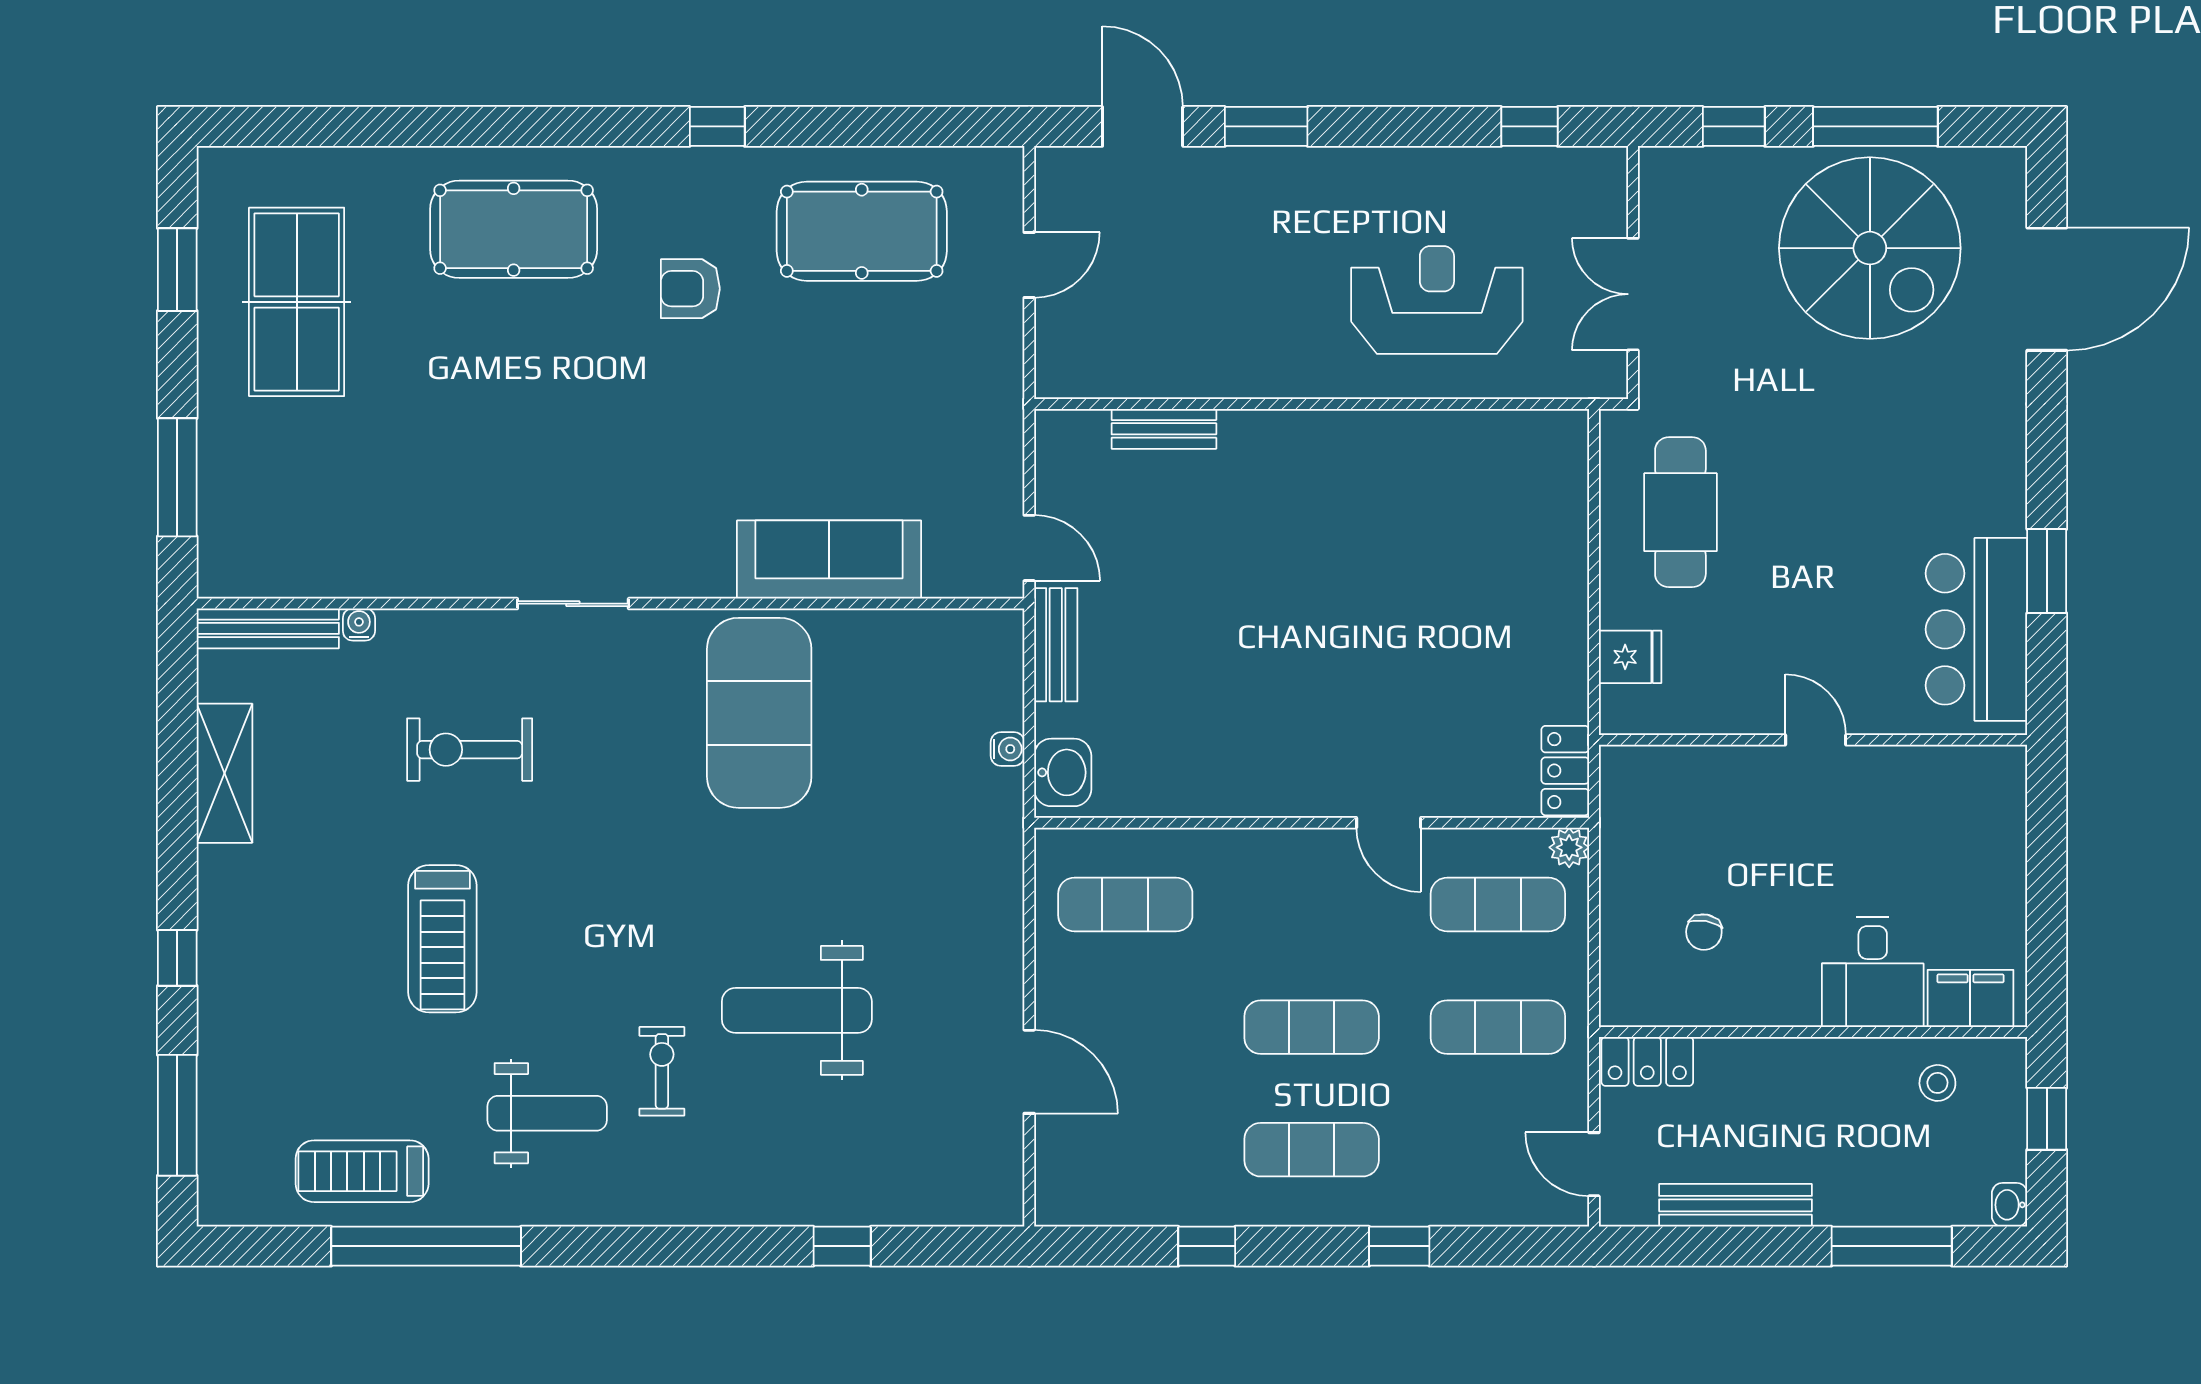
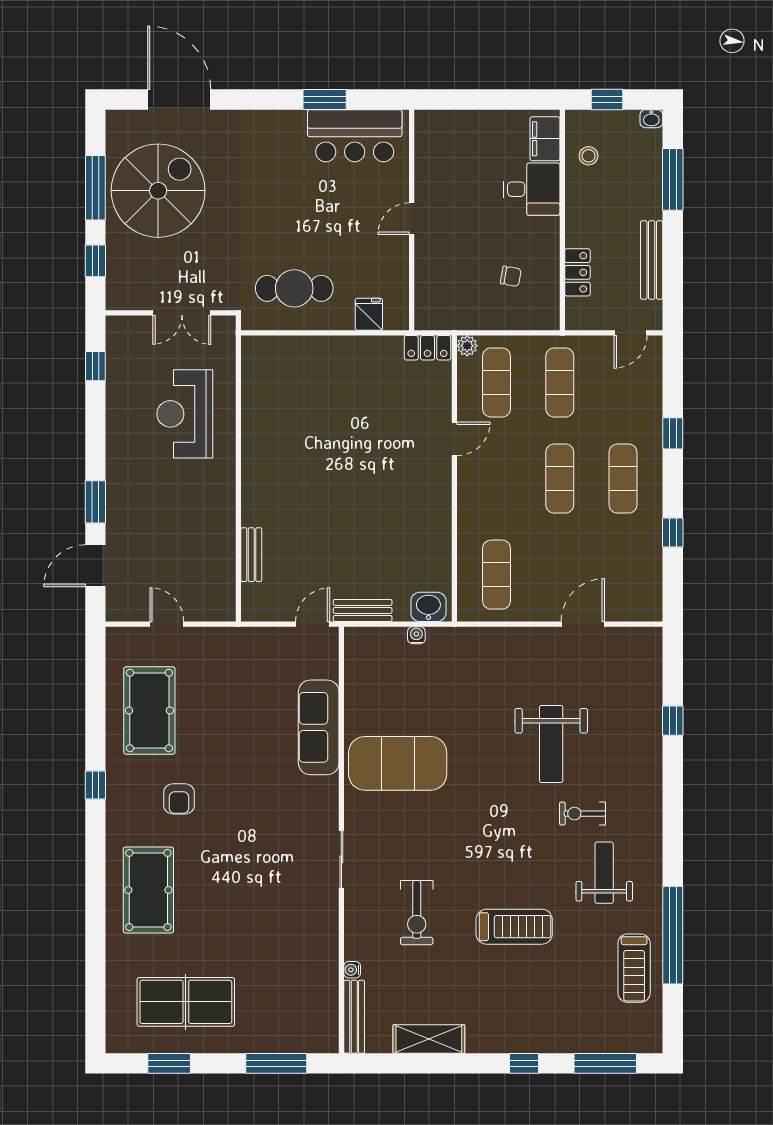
locker: (1647, 1061) -> (577, 272), moved

